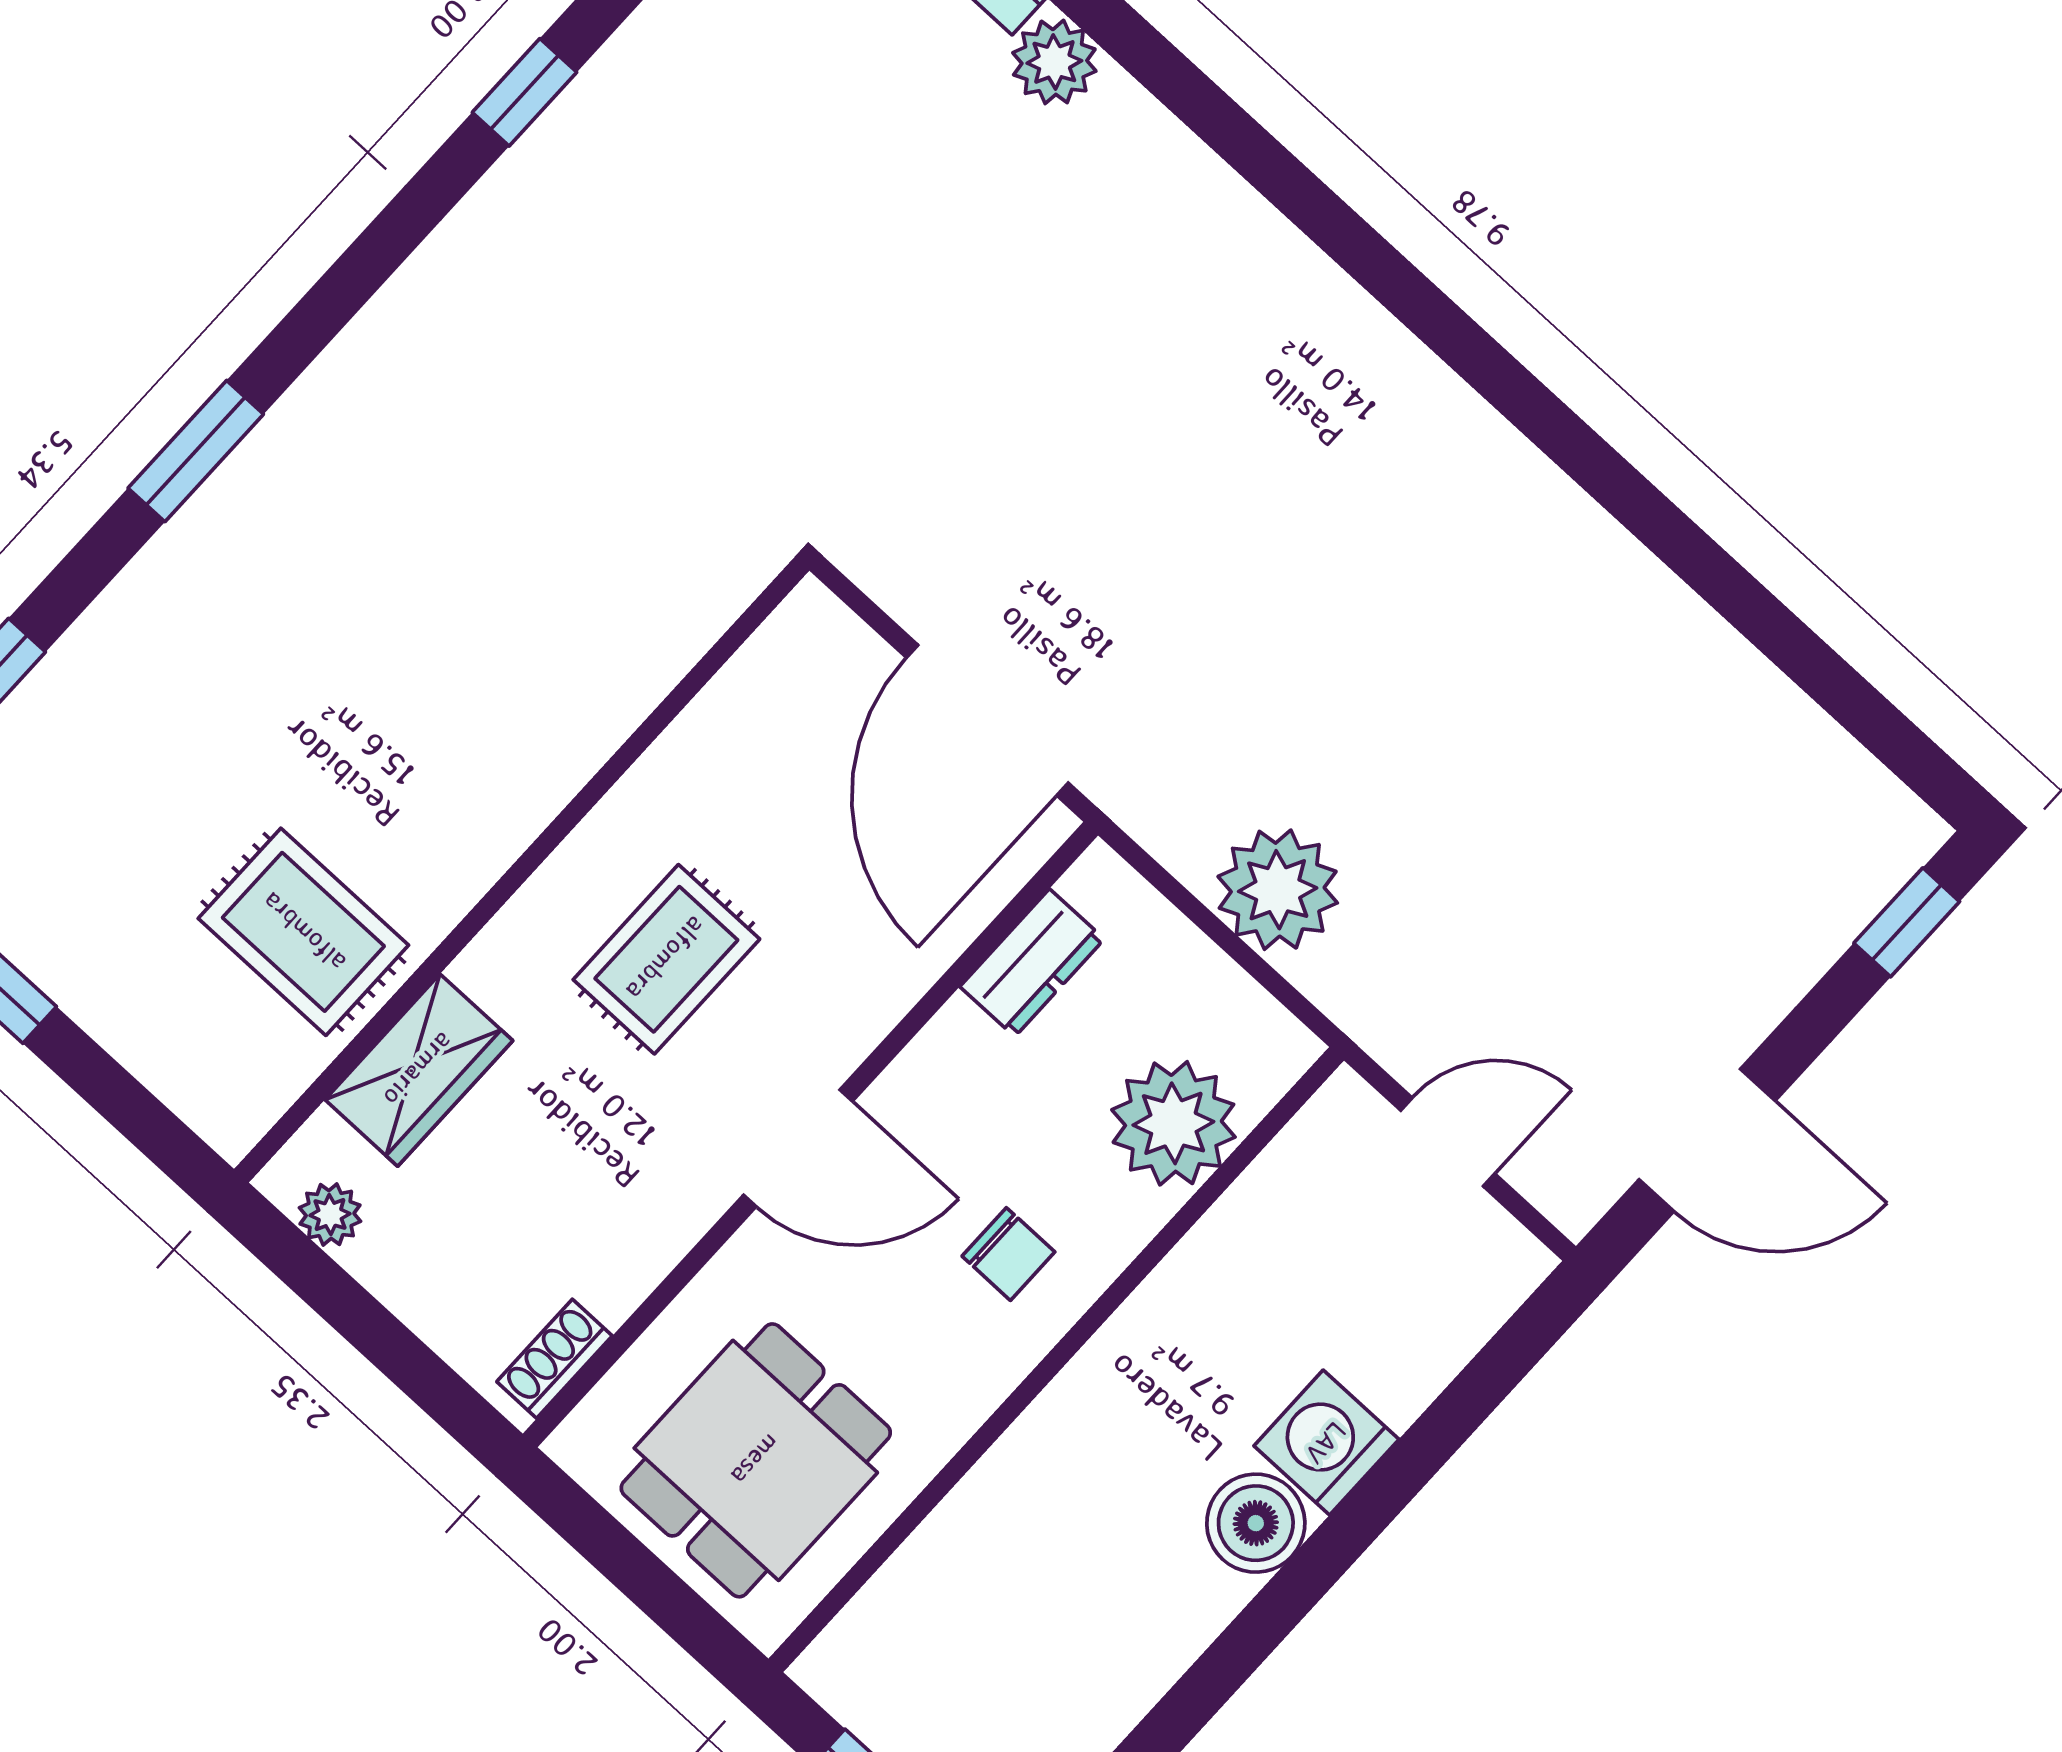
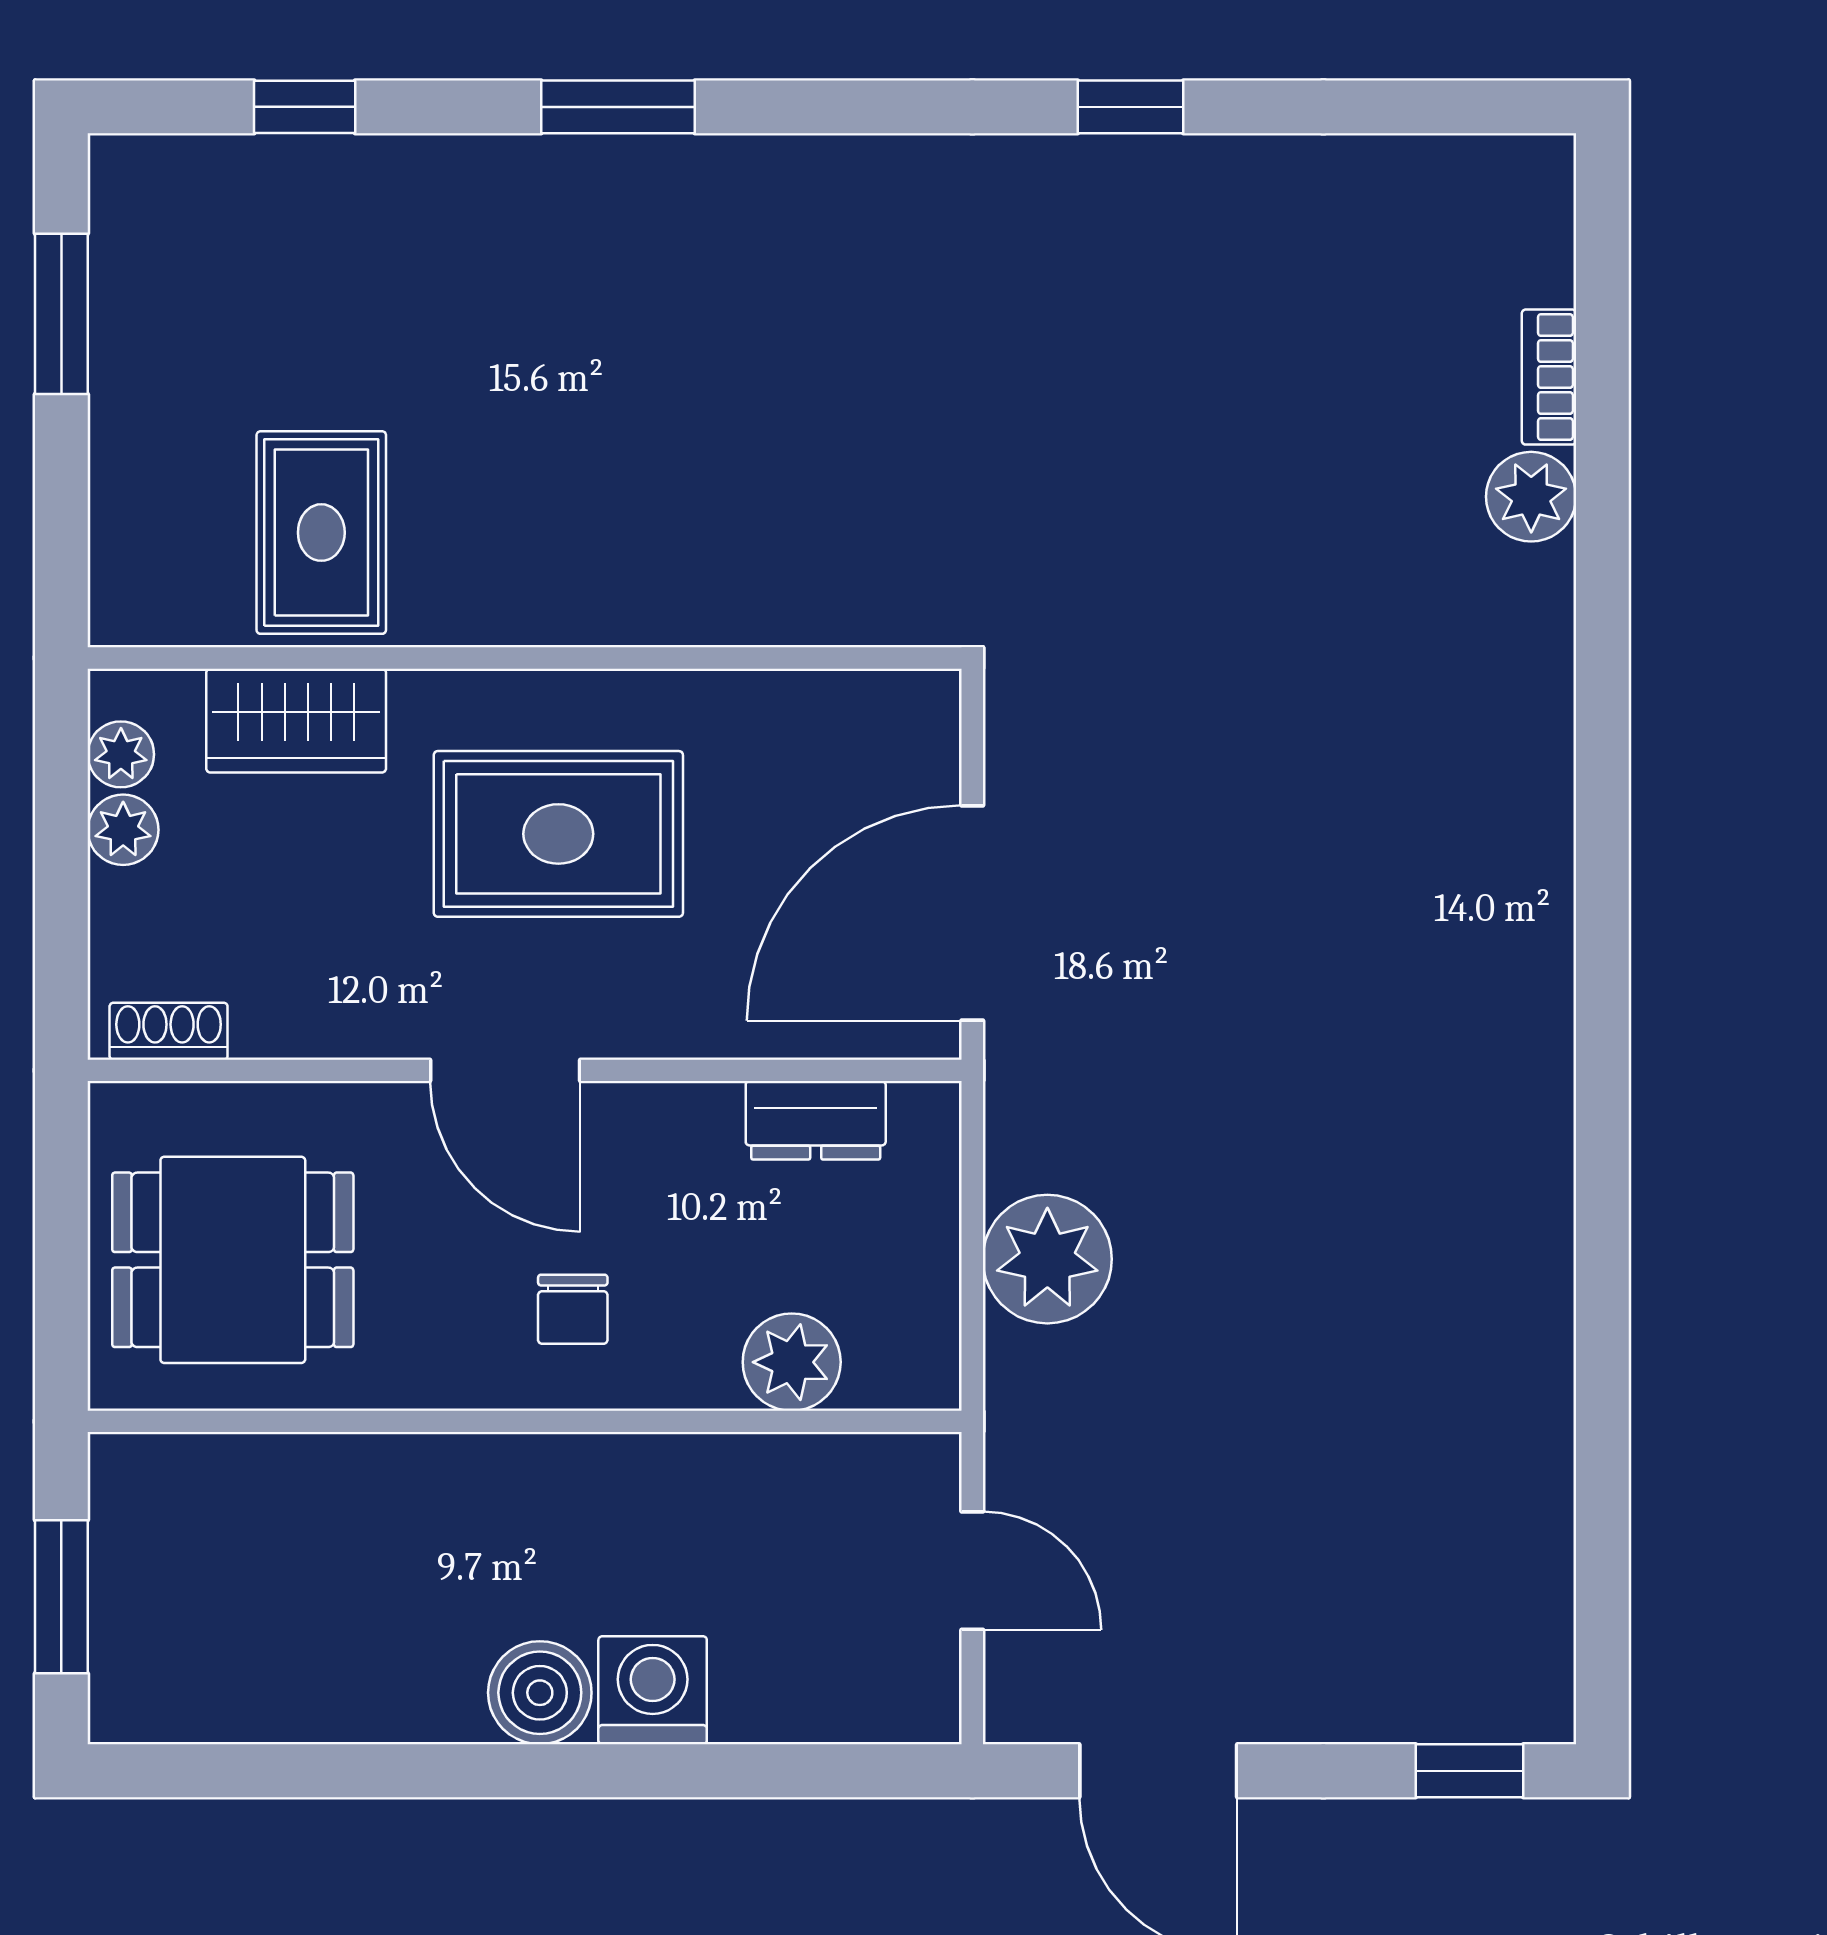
rug: (666, 959) -> (558, 834), width x1.36, depth x1.43
plant: (1173, 1123) -> (792, 1362), width x0.73, depth x0.73
plant: (384, 1261) -> (123, 830), added

